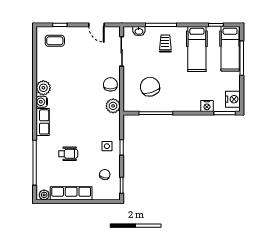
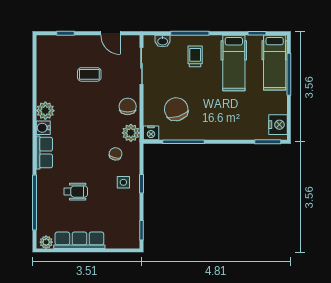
coffee table: (55, 41) -> (89, 74), moved
nightstand: (207, 106) -> (151, 133), moved
chair: (105, 175) -> (116, 154), moved

